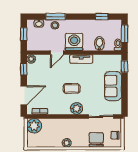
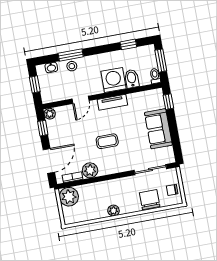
washing machine: (74, 42) -> (114, 80), moved
plant: (77, 108) -> (90, 170), moved

